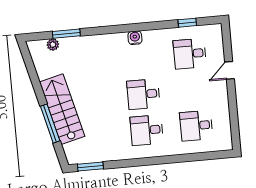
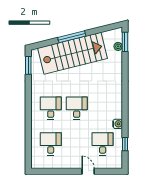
window: (66, 34) -> (125, 42), moved
water cooler: (135, 38) -> (118, 124), moved
stairs: (62, 109) -> (72, 53), width x1.36, depth x1.51
window: (50, 124) -> (72, 37), moved

